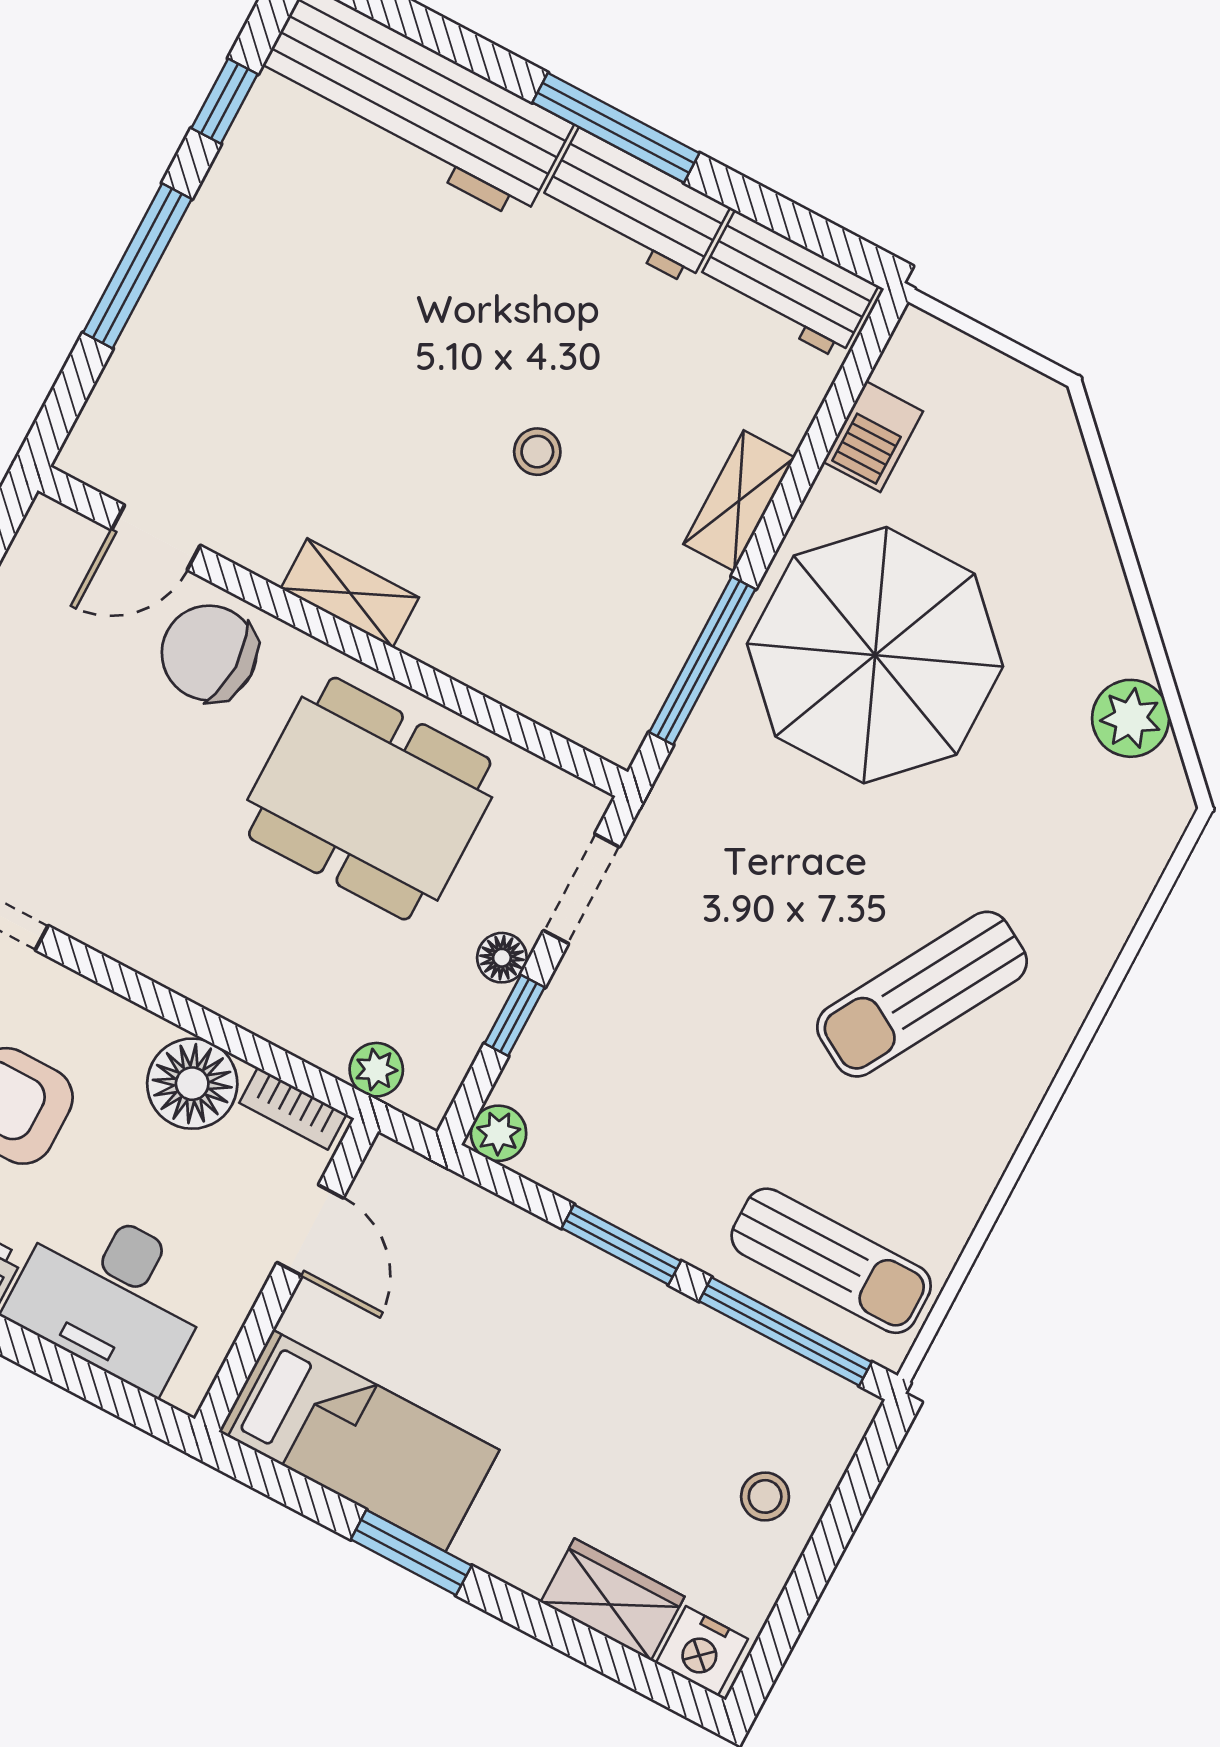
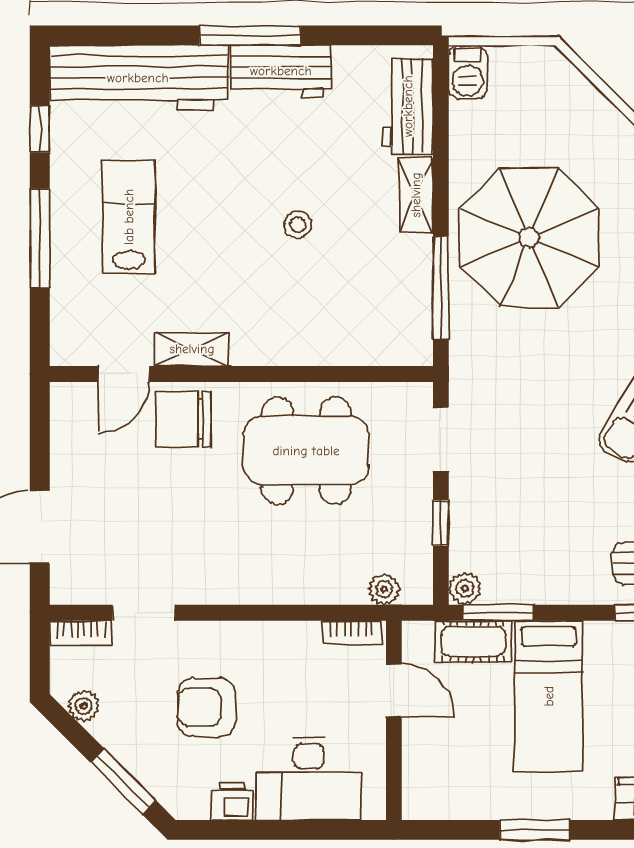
workbench: (787, 285) -> (408, 106), moved, turned 90
lab bench: (288, 305) -> (129, 217), added
barbecue: (873, 437) -> (468, 72), moved
shelving: (350, 593) -> (192, 349), moved
floor lamp: (502, 958) -> (419, 497), removed
floor lamp: (192, 1084) -> (293, 647), removed
cot: (469, 1219) -> (473, 641), added
window: (621, 1245) -> (498, 613), moved
bed: (359, 1441) -> (549, 696), moved, turned 90

